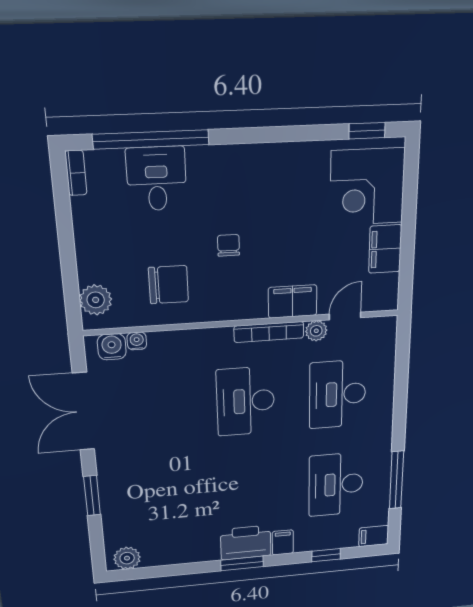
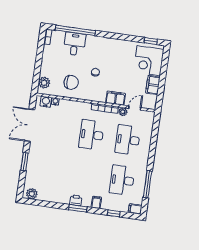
printer: (246, 543) -> (76, 200), width x0.53, depth x0.68

